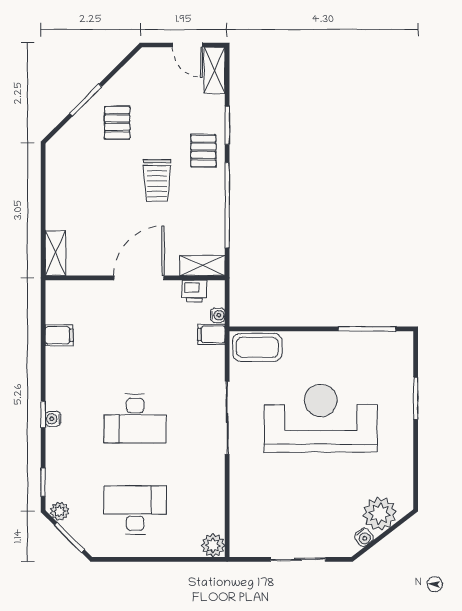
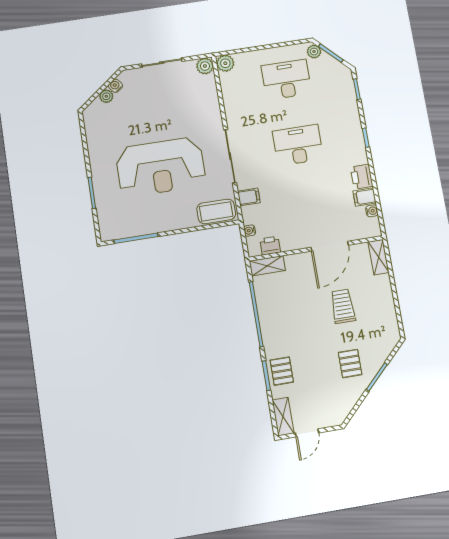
door: (187, 45) -> (307, 433), swing flipped
pallet: (203, 151) -> (282, 371), moved
trolley: (157, 181) -> (343, 306), moved
door: (139, 278) -> (330, 246), moved
filing cabinet: (211, 334) -> (249, 197), moved
printer: (58, 363) -> (362, 177), added
water cooler: (53, 419) -> (372, 211), moved
desk: (135, 510) -> (286, 80), turned 180
plant: (60, 511) -> (314, 52), moved
plant: (380, 514) -> (106, 96), width x0.53, depth x0.53
plant: (241, 546) -> (205, 66), added

